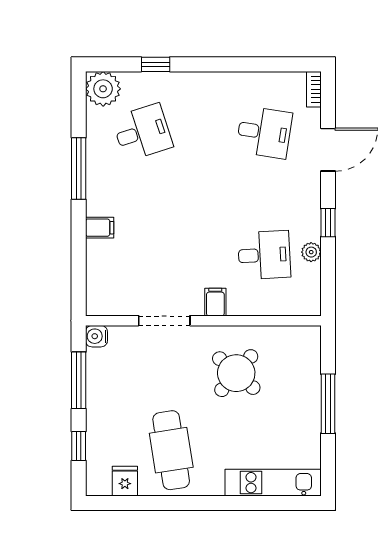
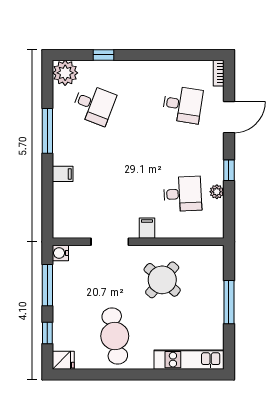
desk: (142, 132) -> (94, 104), turned 39
fridge: (125, 481) -> (63, 360), moved, turned 90

